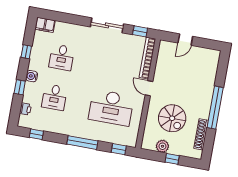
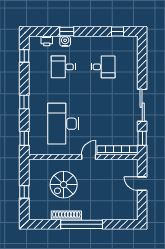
filing cabinet: (45, 25) -> (132, 45), removed
window: (26, 52) -> (117, 32), moved
desk: (62, 57) -> (103, 67), turned 180
water cooler: (32, 76) -> (65, 41), moved
shoe rack: (201, 134) -> (66, 216), moved
window: (82, 143) -> (24, 102), width x0.46
plant: (162, 146) -> (35, 180), removed

